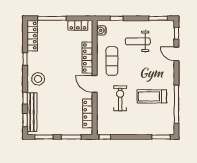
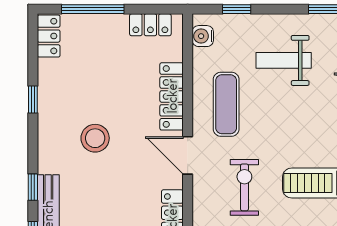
locker: (32, 36) -> (49, 36), width x0.66
stool: (38, 79) -> (95, 138), moved

